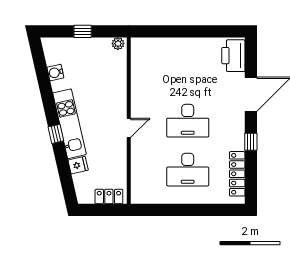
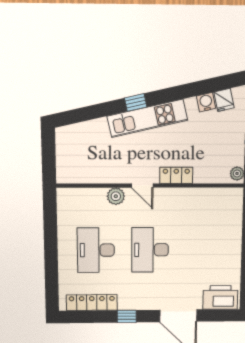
plant: (138, 151) -> (116, 196), added
fridge: (78, 165) -> (224, 100), moved
locker: (109, 197) -> (176, 175), moved, turned -90

